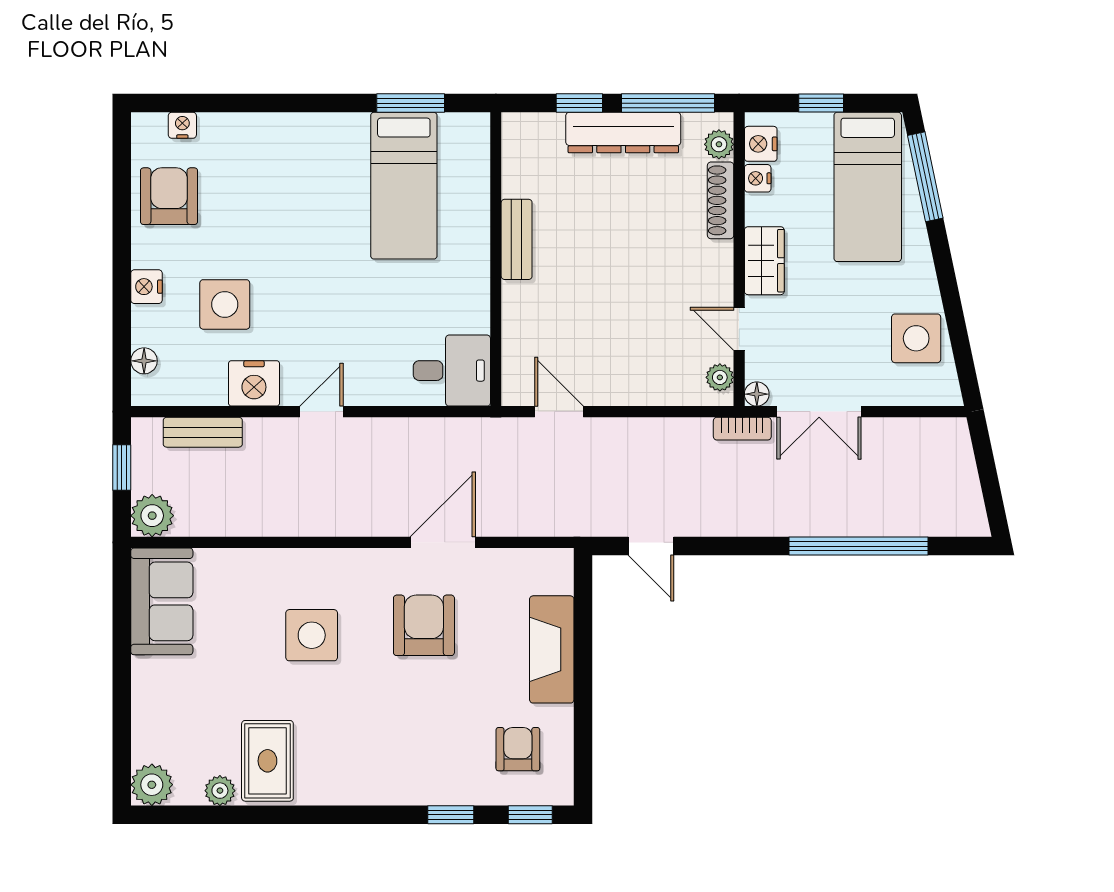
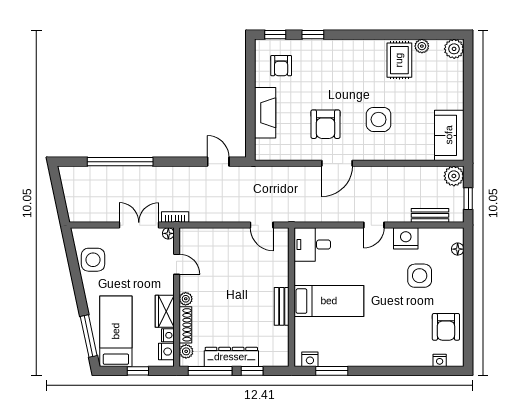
bed: (404, 186) -> (329, 301), moved, turned 90
wardrobe: (764, 261) -> (165, 311), moved
nightstand: (146, 287) -> (310, 359), moved, turned 90
plant: (720, 377) -> (186, 299), moved
door: (443, 542) -> (337, 163), moved

